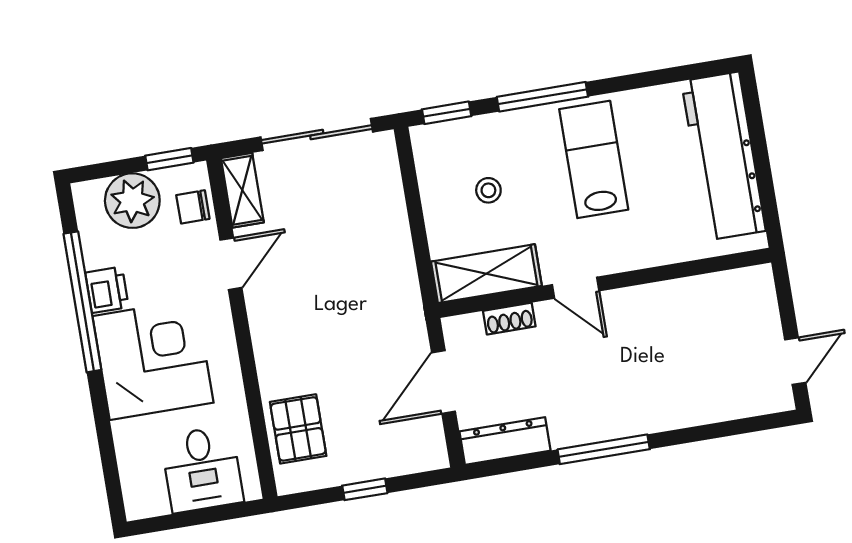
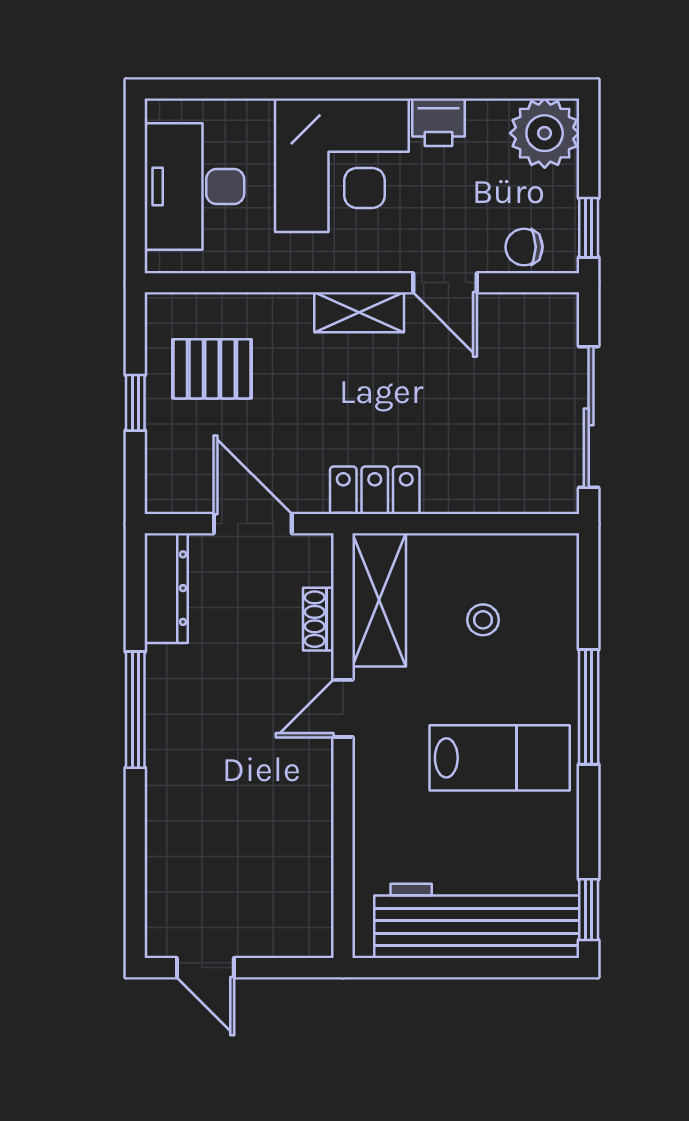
window: (447, 113) -> (589, 910), moved
shelving: (242, 190) -> (359, 312), moved
plant: (132, 201) -> (545, 133), moved
chair: (193, 207) -> (524, 247), turned -90
locker: (402, 291) -> (375, 490), added
window: (82, 302) -> (429, 89), removed
pallet: (298, 429) -> (212, 369), moved
desk: (202, 469) -> (194, 186), width x1.37

